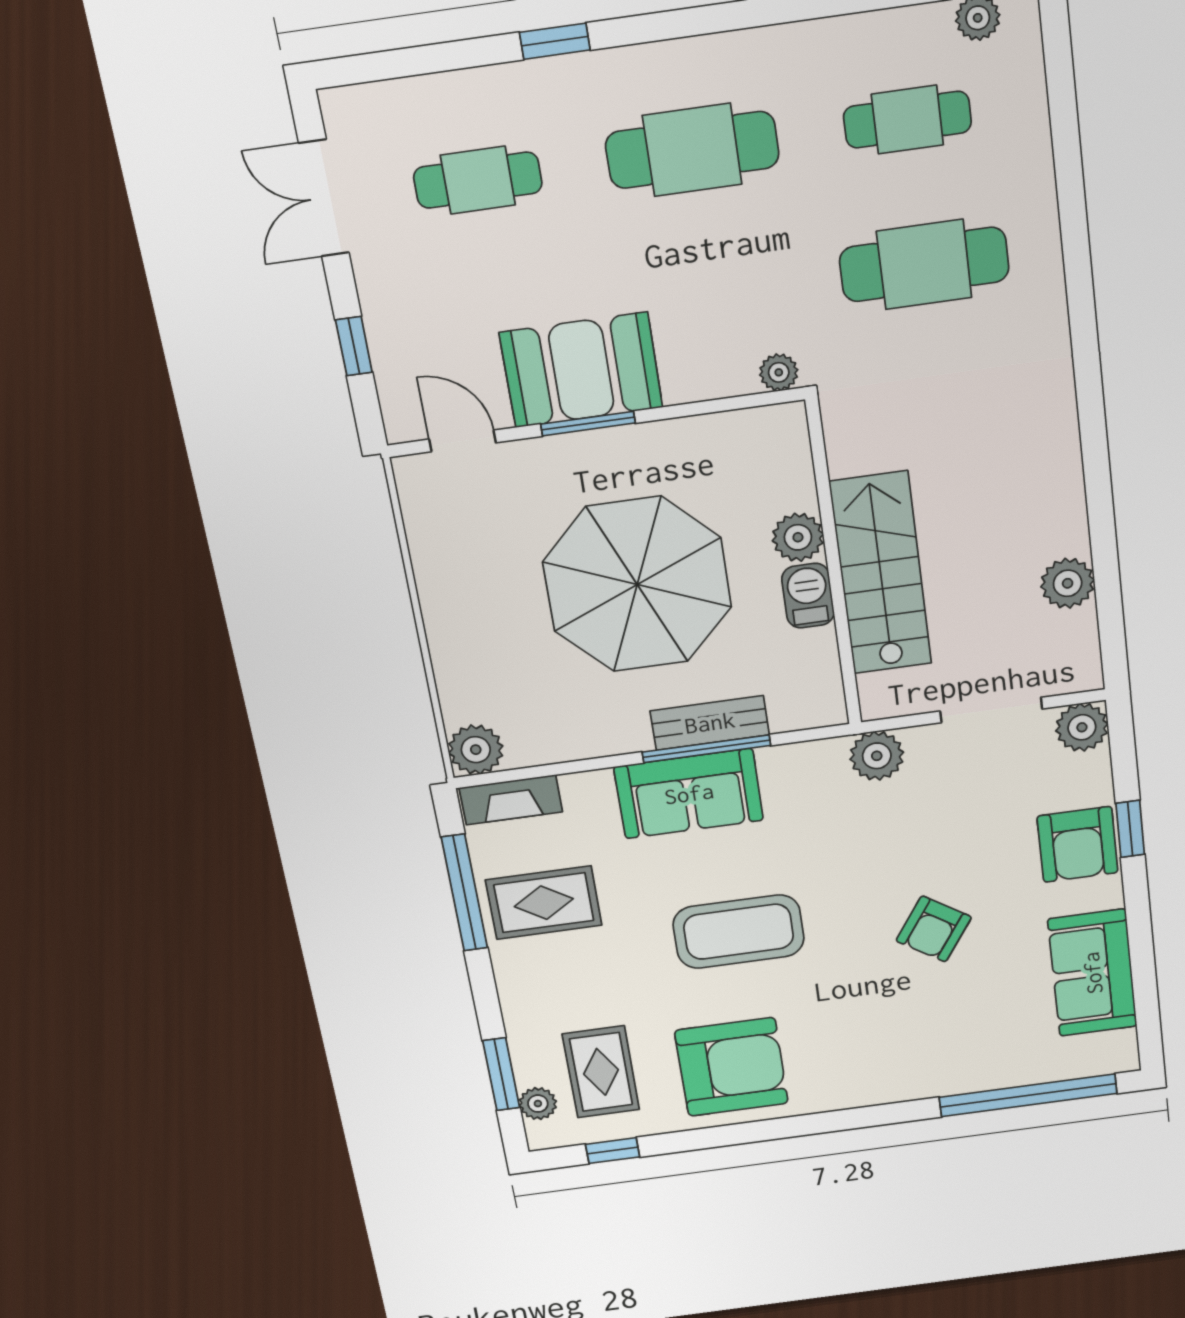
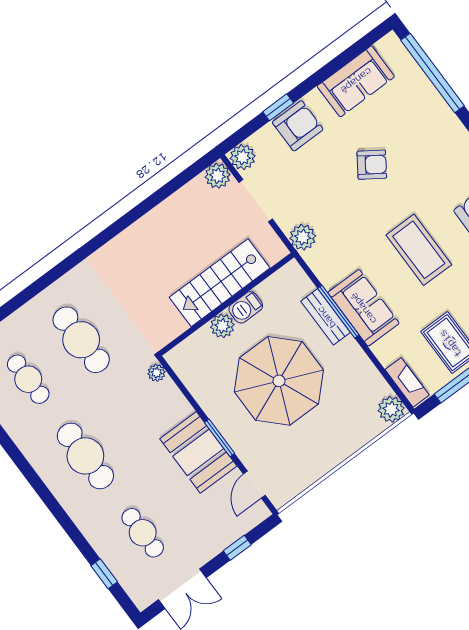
window: (555, 41) -> (104, 574), moved
plant: (1068, 583) -> (218, 176), moved

